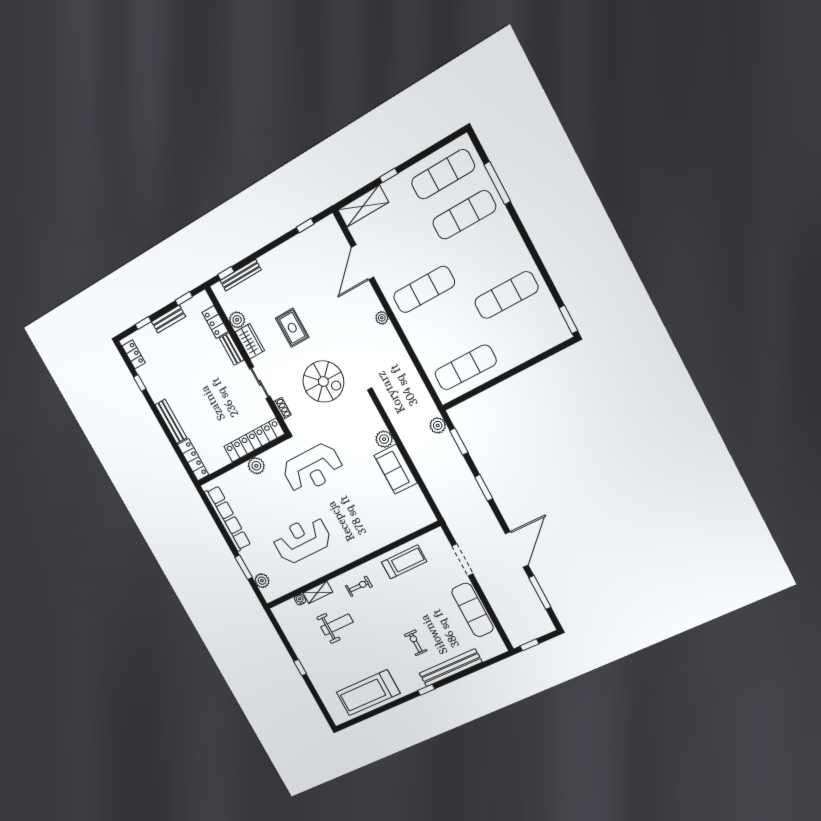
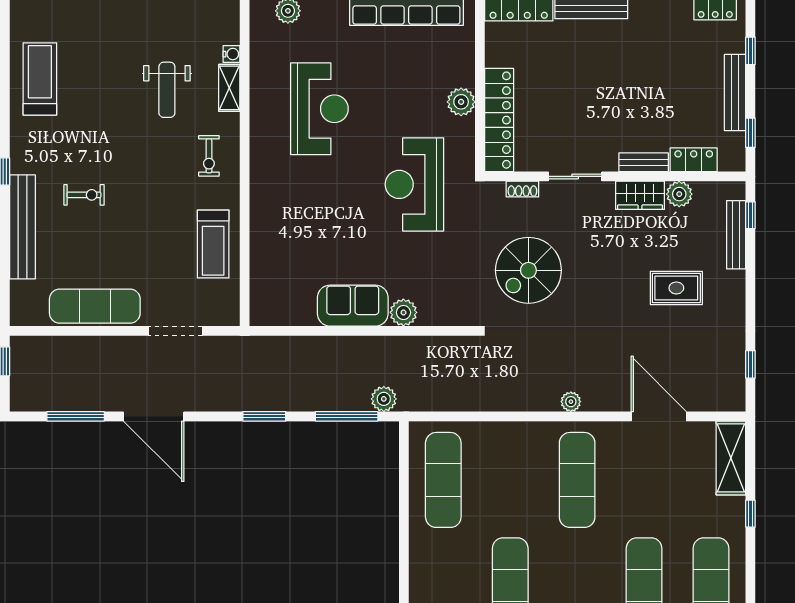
bench: (169, 319) -> (735, 93), width x1.36
rug: (292, 328) -> (676, 288), moved
window: (459, 441) -> (347, 416), width x1.44
treadmill: (368, 693) -> (40, 79), width x0.73, depth x0.73

